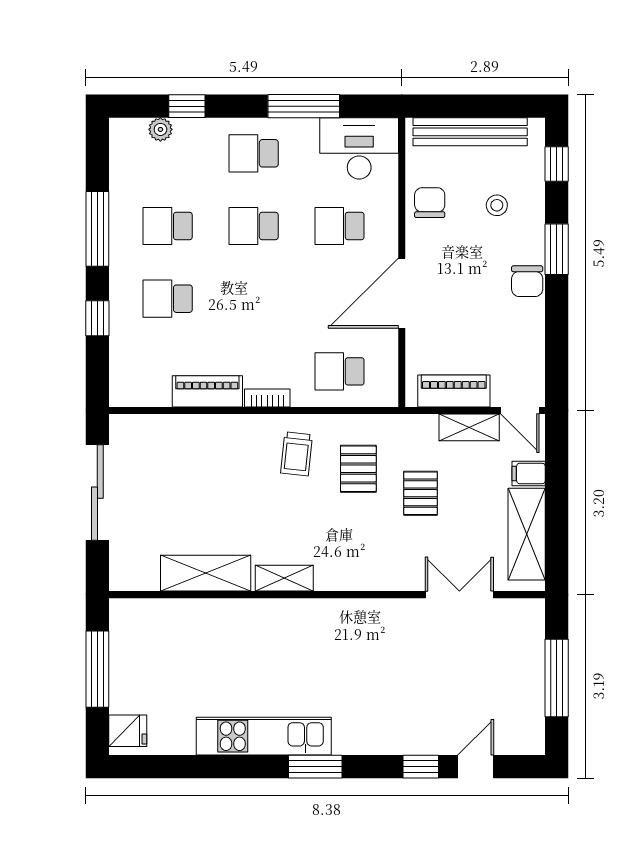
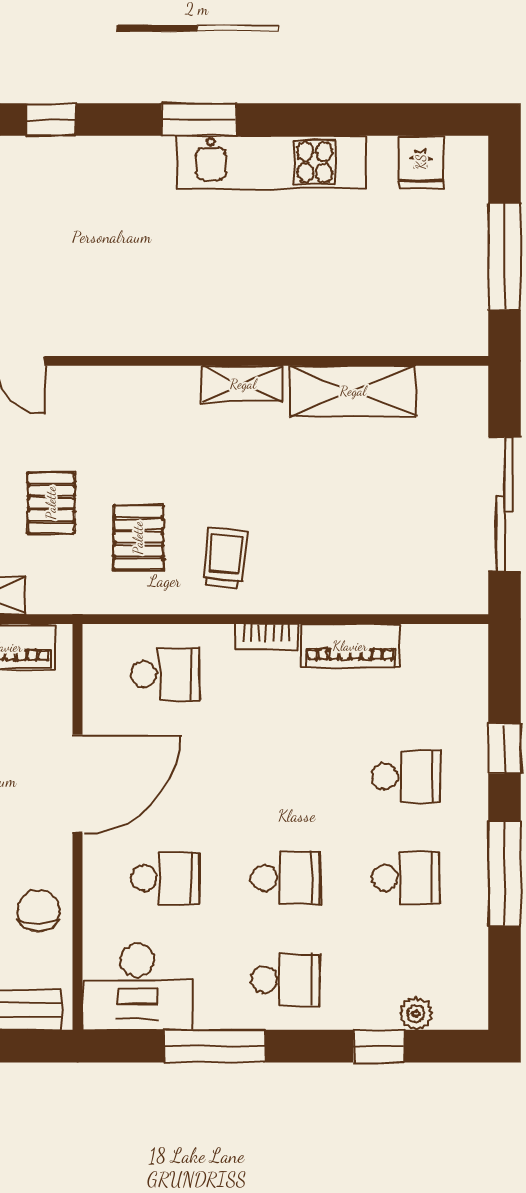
chair: (430, 203) -> (38, 911), turned 180
fridge: (128, 731) -> (421, 162), moved, turned -90

